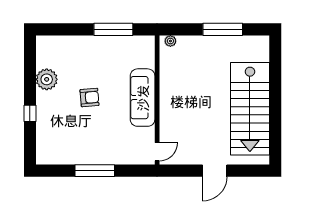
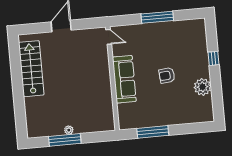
plant: (170, 41) -> (69, 130), moved
stairs: (250, 109) -> (31, 69), width x0.73, depth x0.66
door: (157, 152) -> (109, 37), swing flipped

